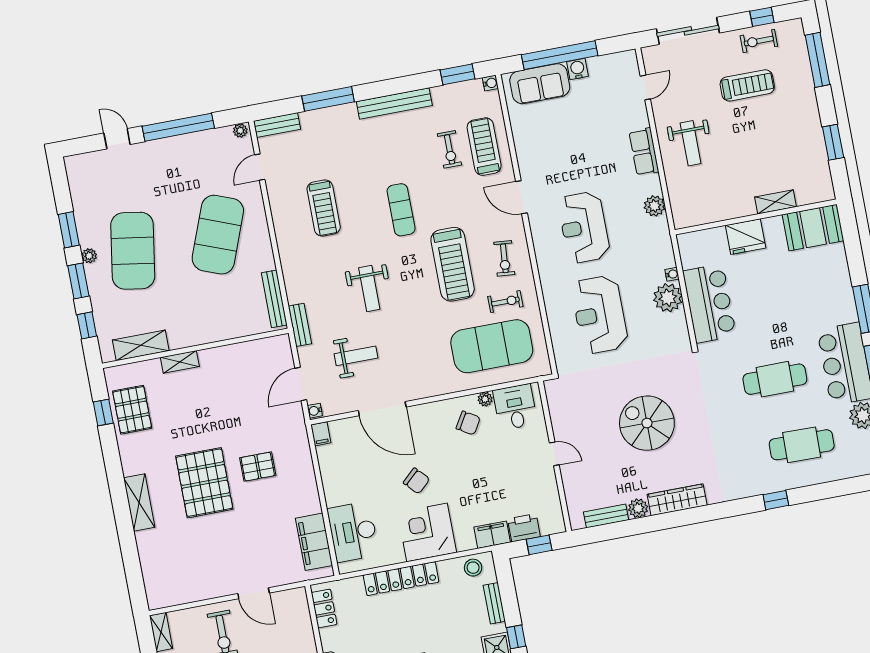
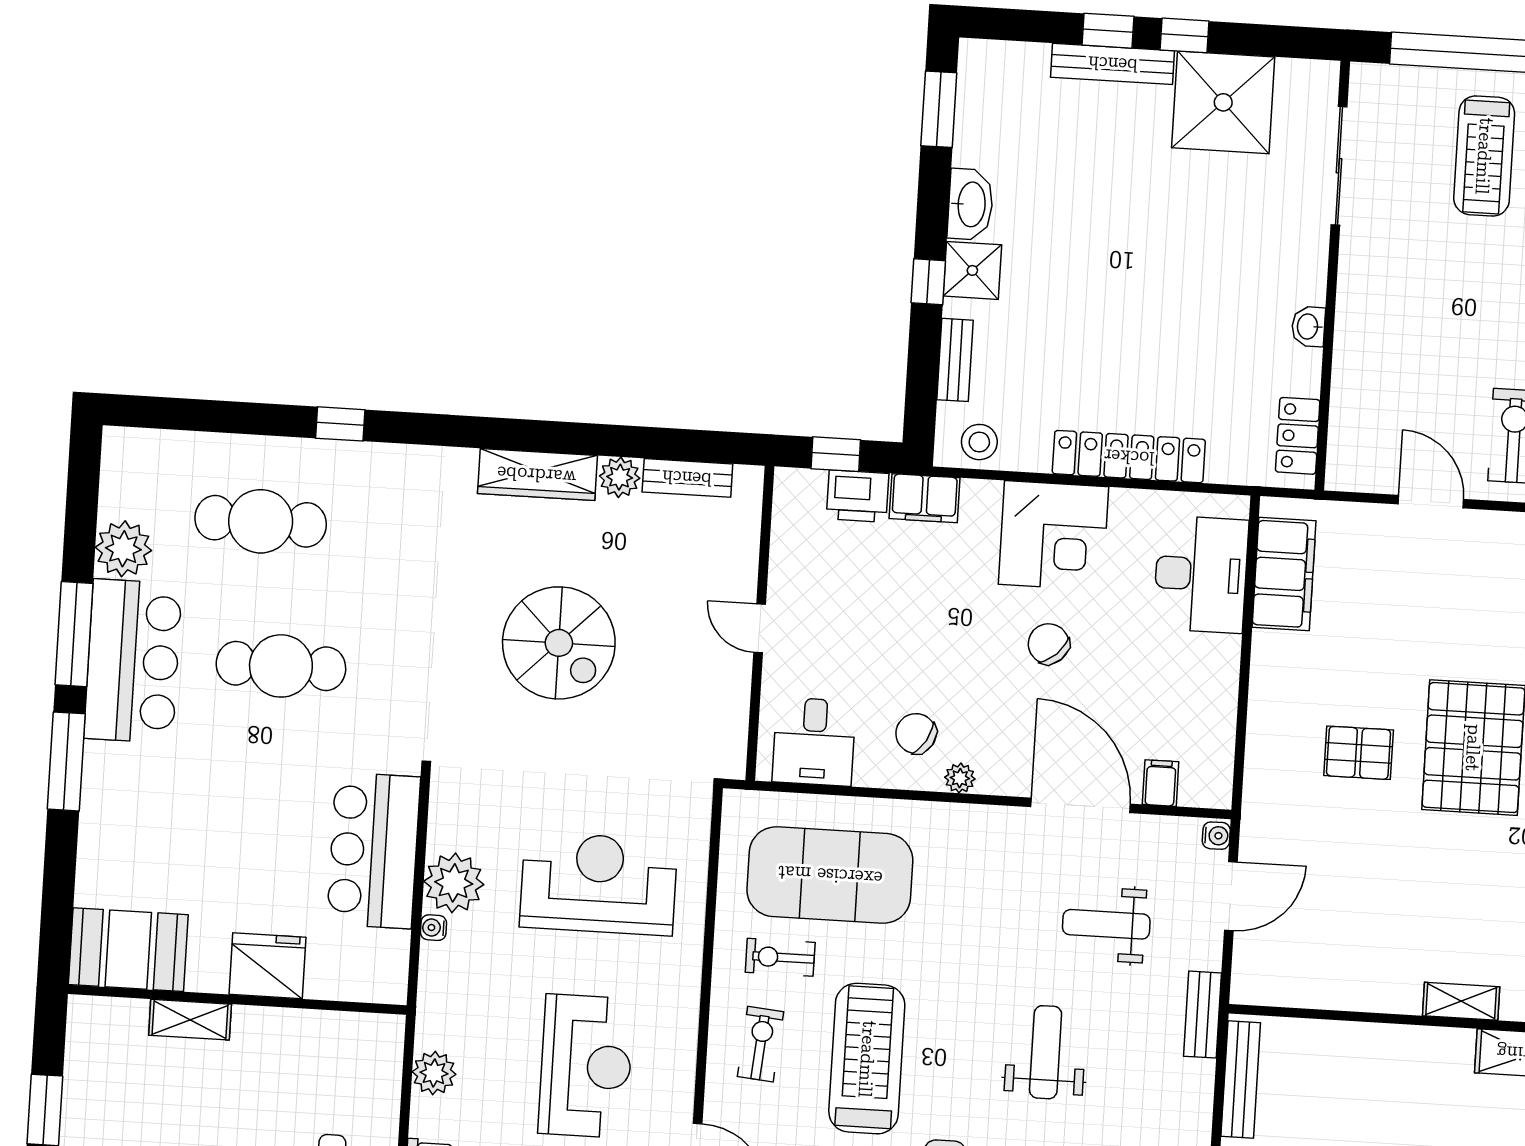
reception desk: (600, 315) -> (599, 884), turned -90
plant: (485, 399) -> (960, 778), moved
filing cabinet: (321, 434) -> (1161, 783), moved

